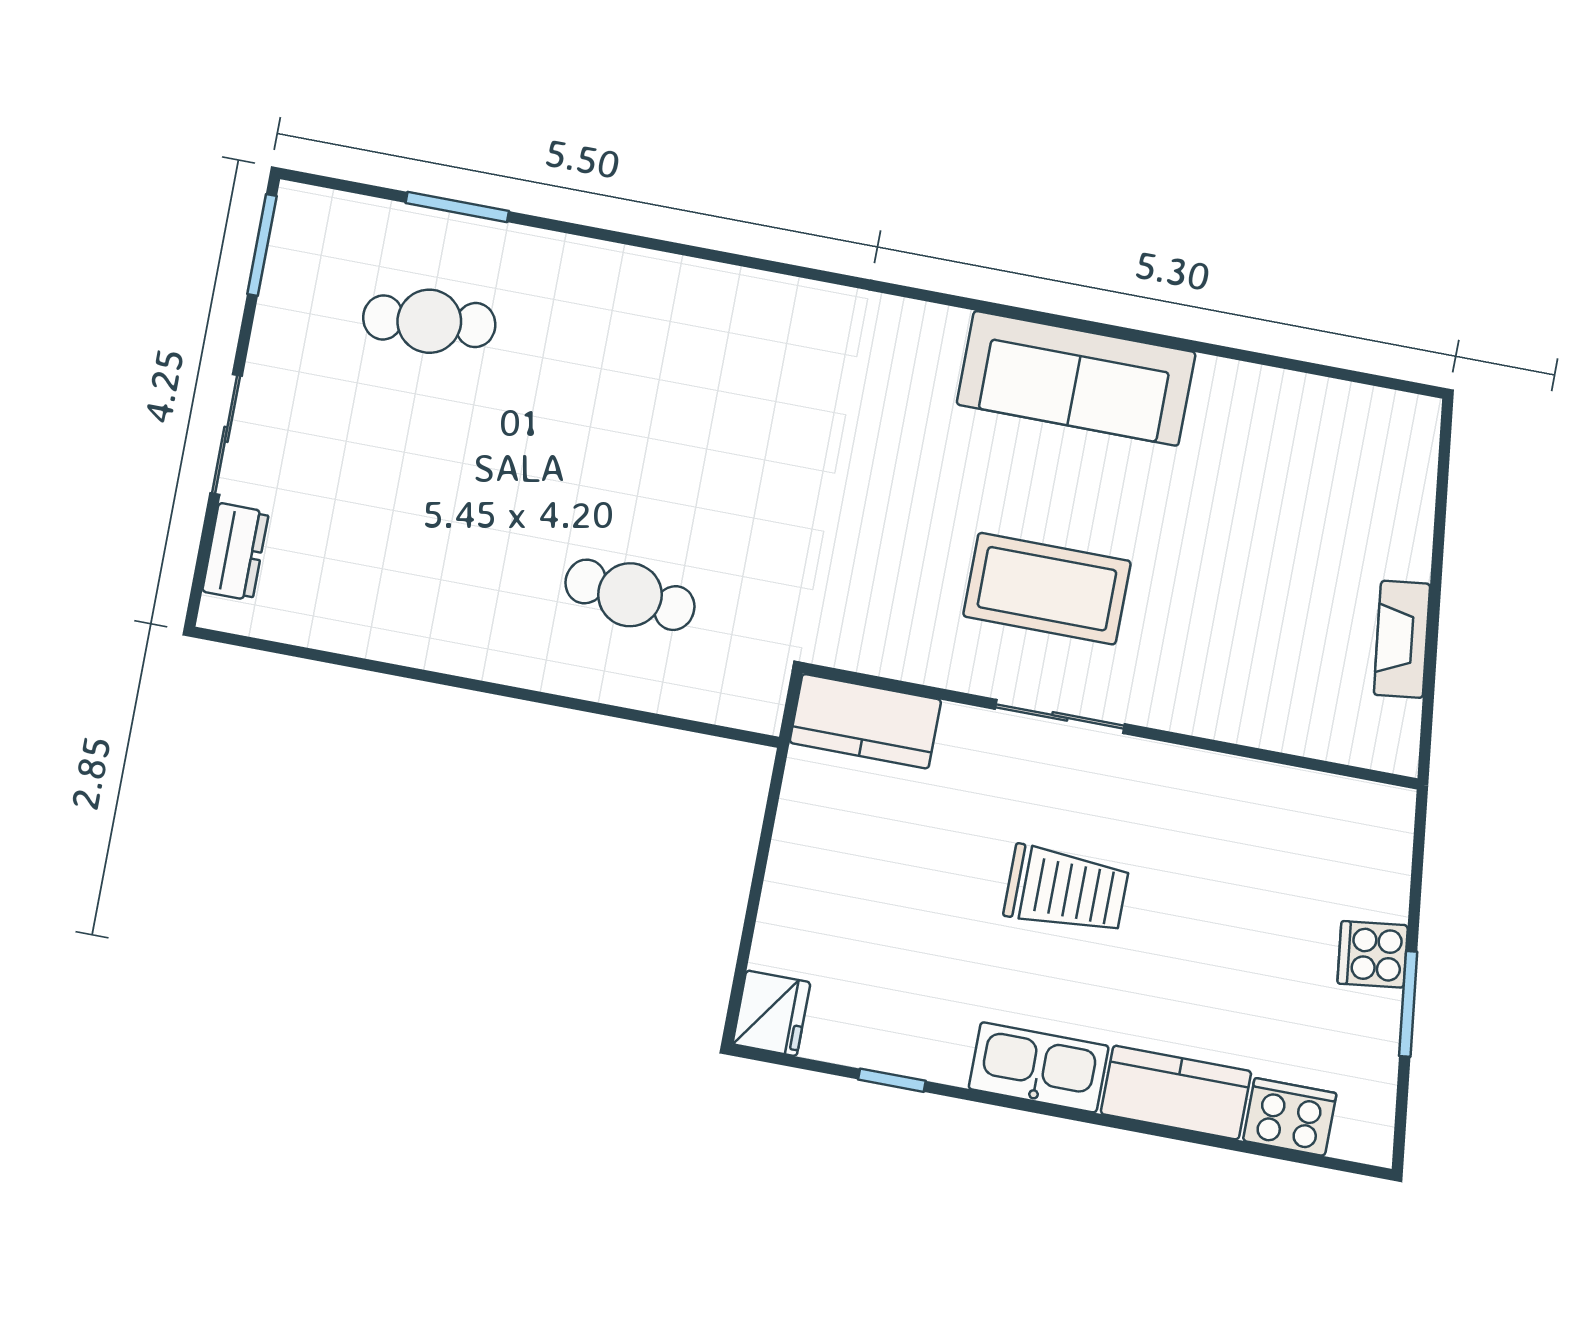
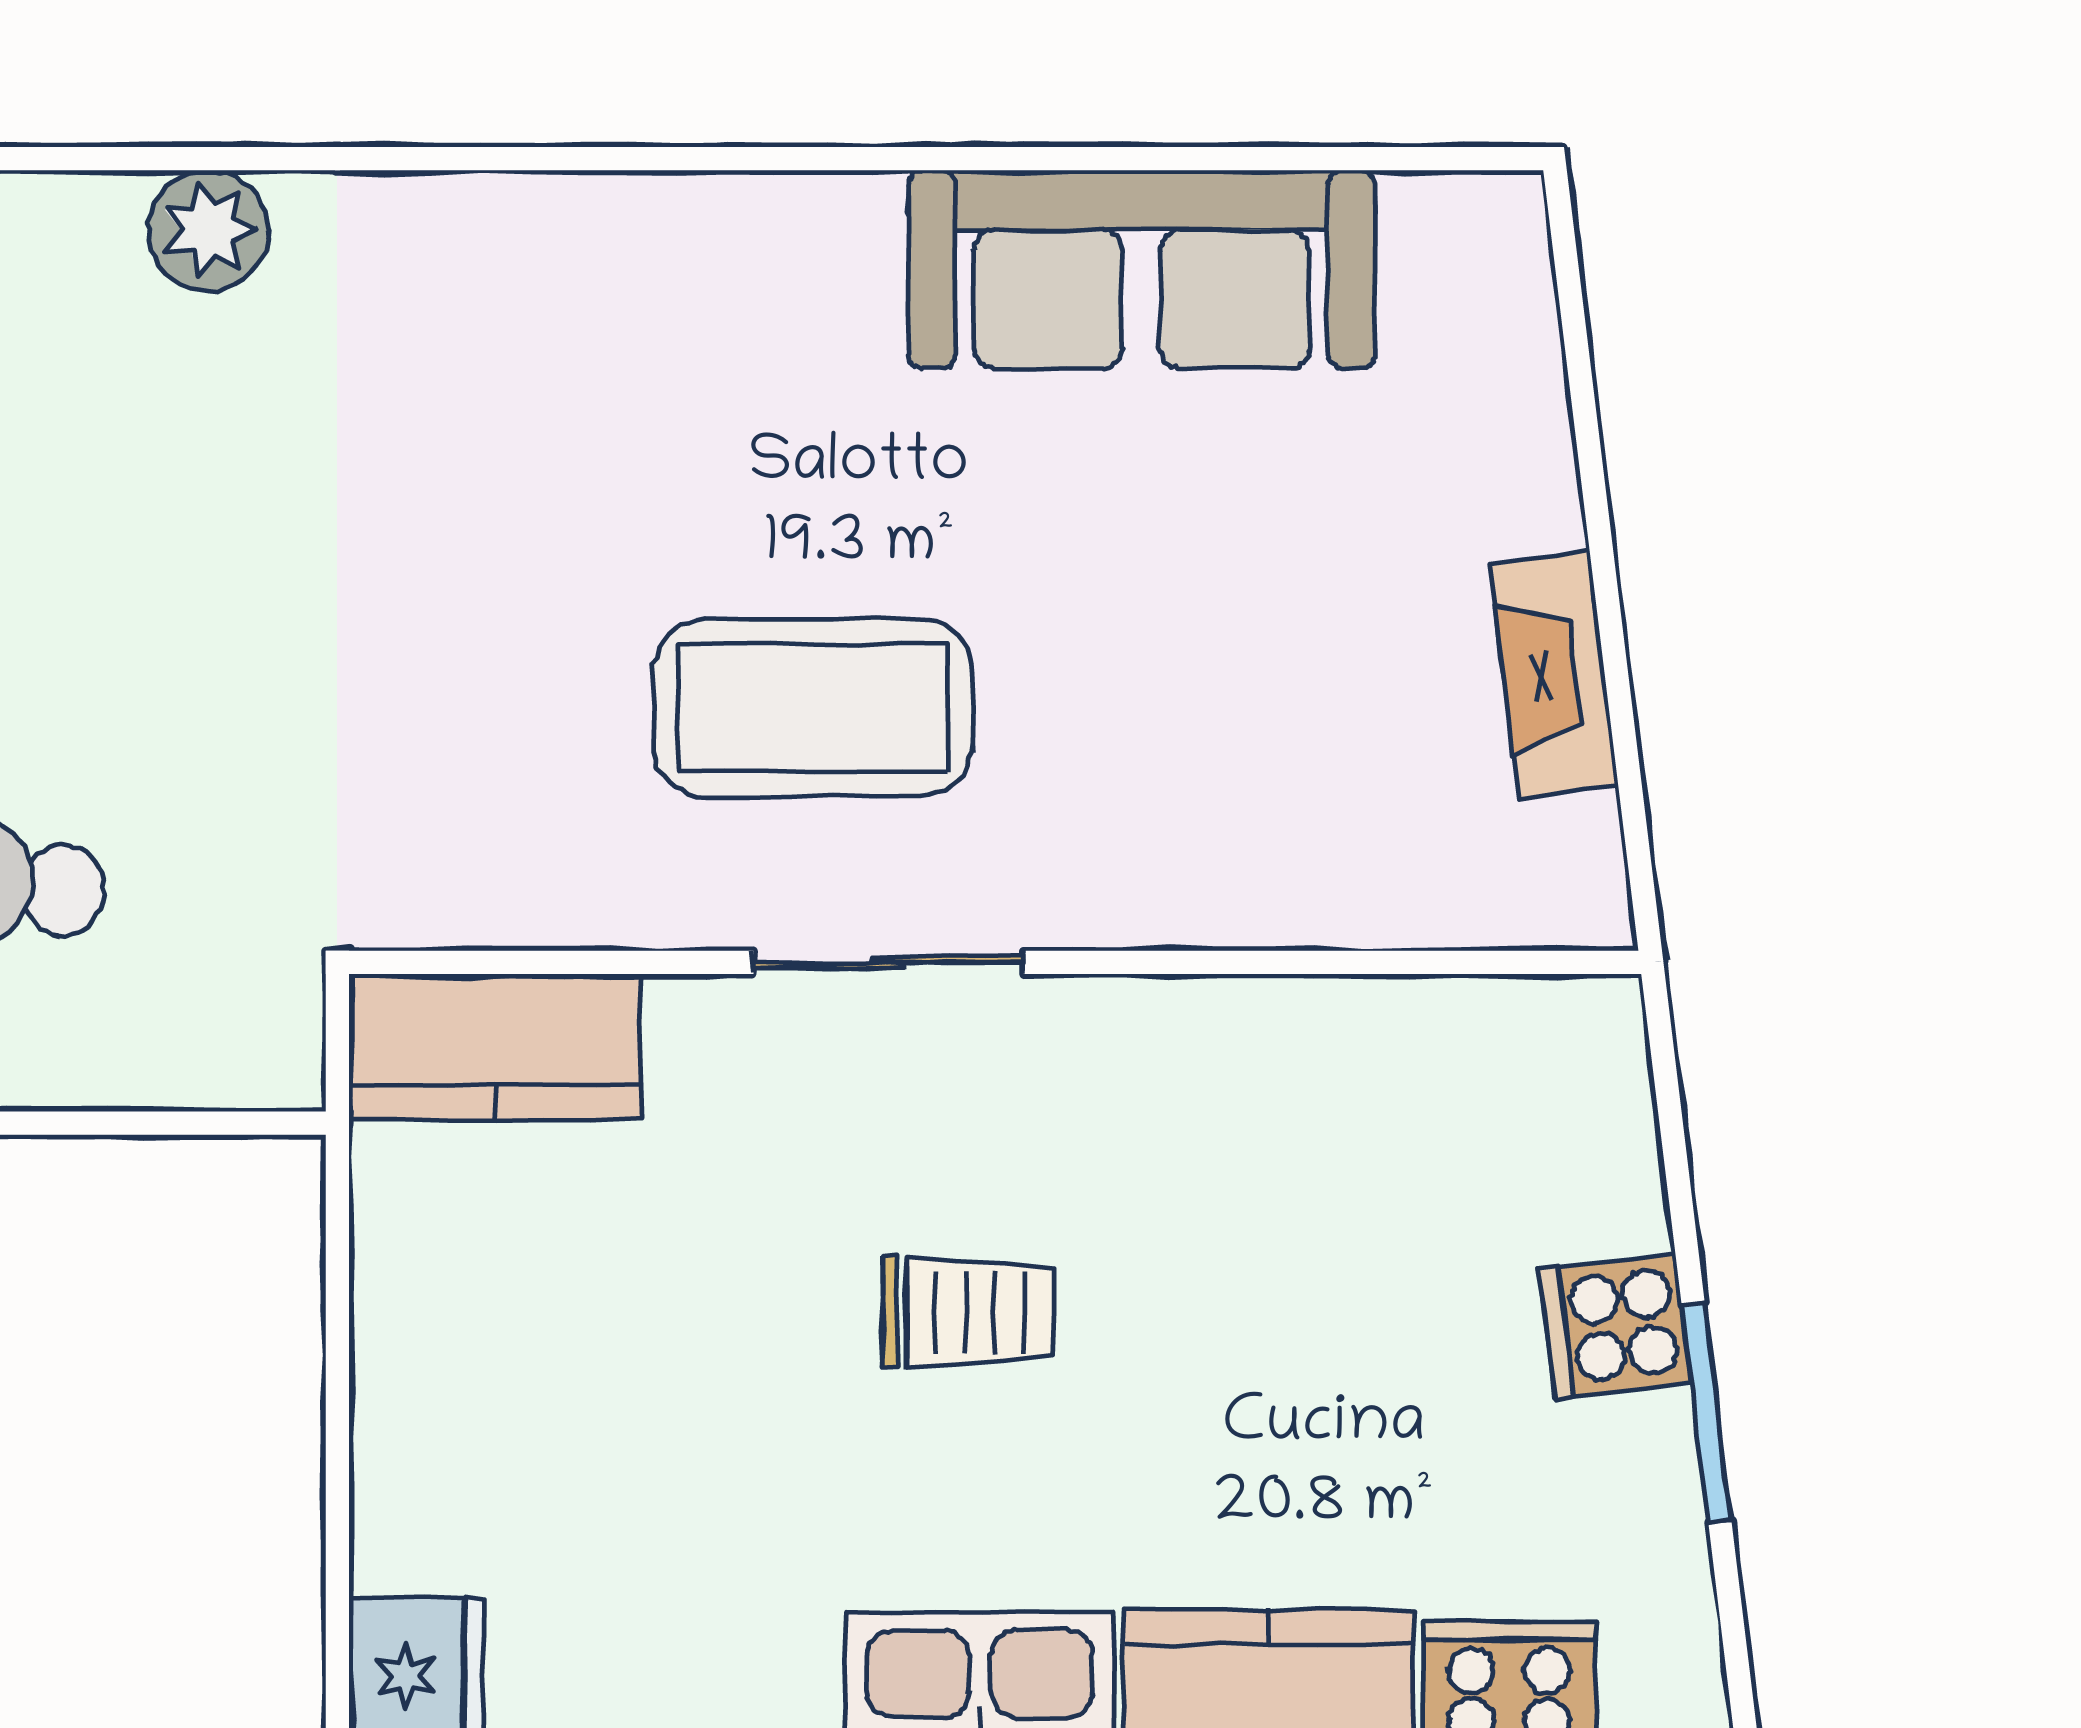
plant: (802, 308) -> (208, 230), added
sofa: (1076, 378) -> (1142, 269), moved
trolley: (1066, 890) -> (968, 1312), width x0.73, depth x0.72

